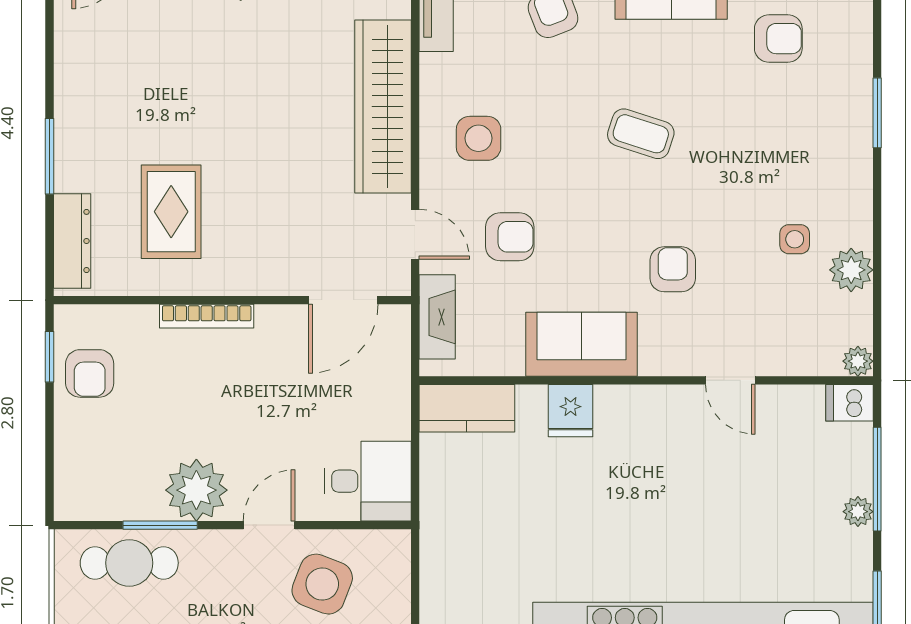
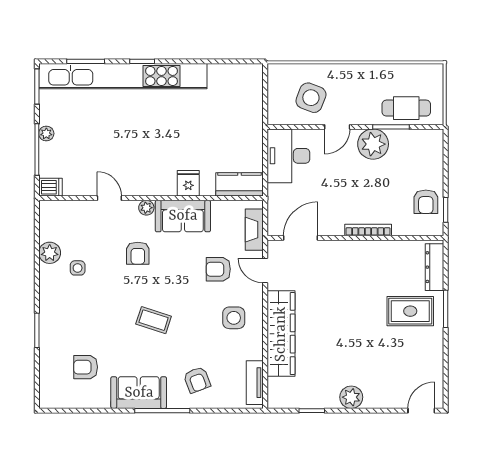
rug: (171, 212) -> (410, 311), moved, turned 90
plant: (858, 361) -> (146, 208), moved
armchair: (90, 373) -> (426, 202), turned 180
desk: (368, 481) -> (288, 156), width x1.37

